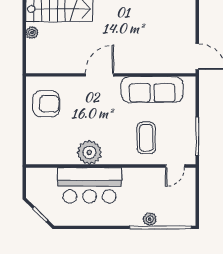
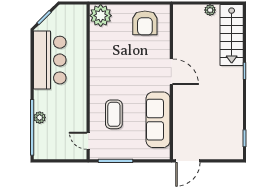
coffee table: (146, 138) -> (114, 114), turned 90
plant: (89, 152) -> (101, 16), moved
bar counter: (90, 185) -> (50, 60), moved, turned 180

